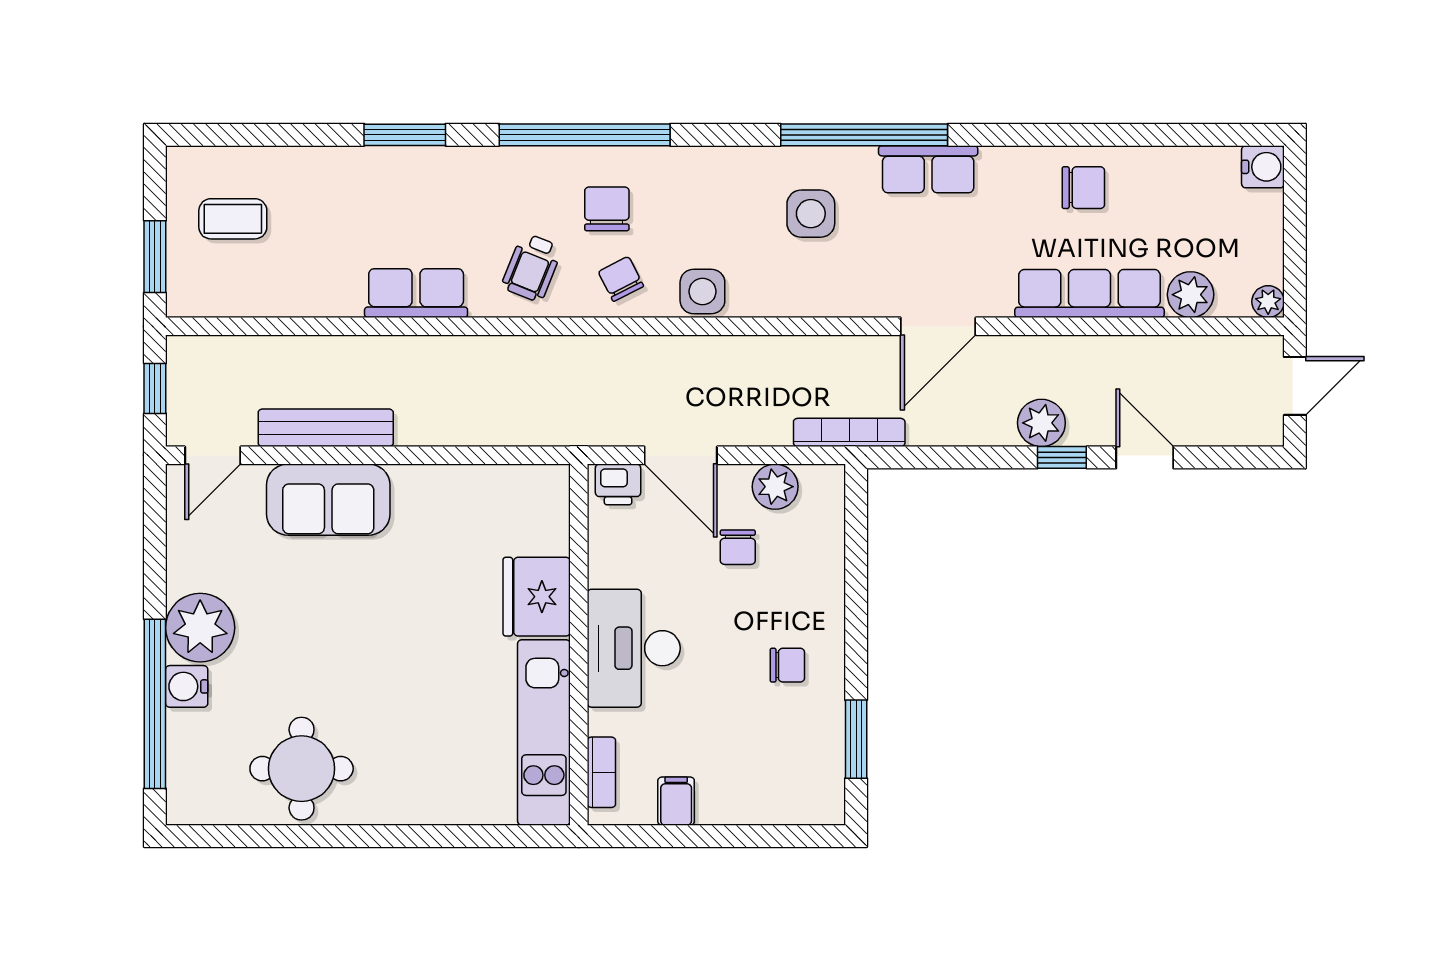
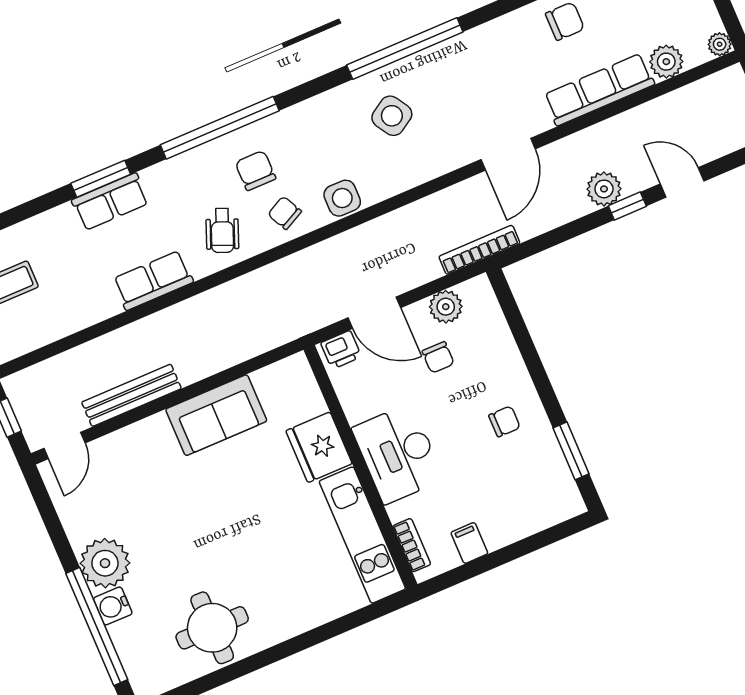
row of seats: (928, 169) -> (110, 202), moved
side table: (811, 214) -> (392, 116), turned -32
sofa: (328, 500) -> (216, 415), moved

